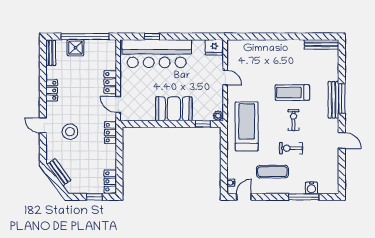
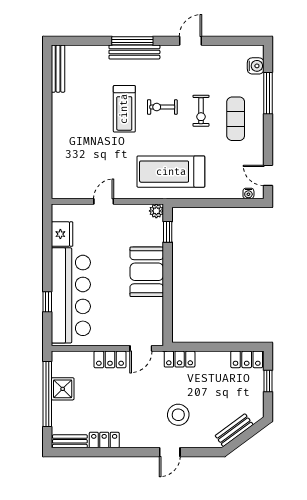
fridge: (214, 47) -> (62, 234), moved
shower: (76, 48) -> (63, 389), moved
locker: (52, 90) -> (104, 440), moved
exercise mat: (272, 172) -> (236, 119), moved
water cooler: (311, 188) -> (256, 66), moved

